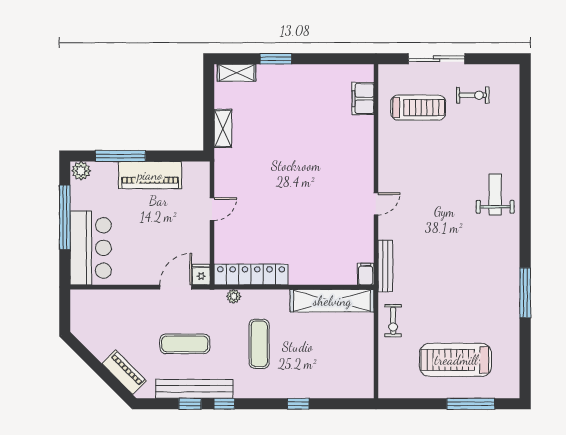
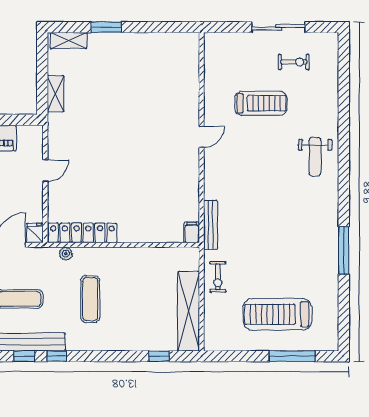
sliding door: (437, 59) -> (278, 27), moved
filing cabinet: (363, 99) -> (189, 65), removed
treadmill: (418, 108) -> (261, 103), moved
weight bench: (495, 194) -> (315, 157), turned 180
door: (376, 204) -> (202, 137), moved
shelving: (332, 301) -> (189, 311), moved, turned 90
window: (298, 404) -> (159, 356), moved

